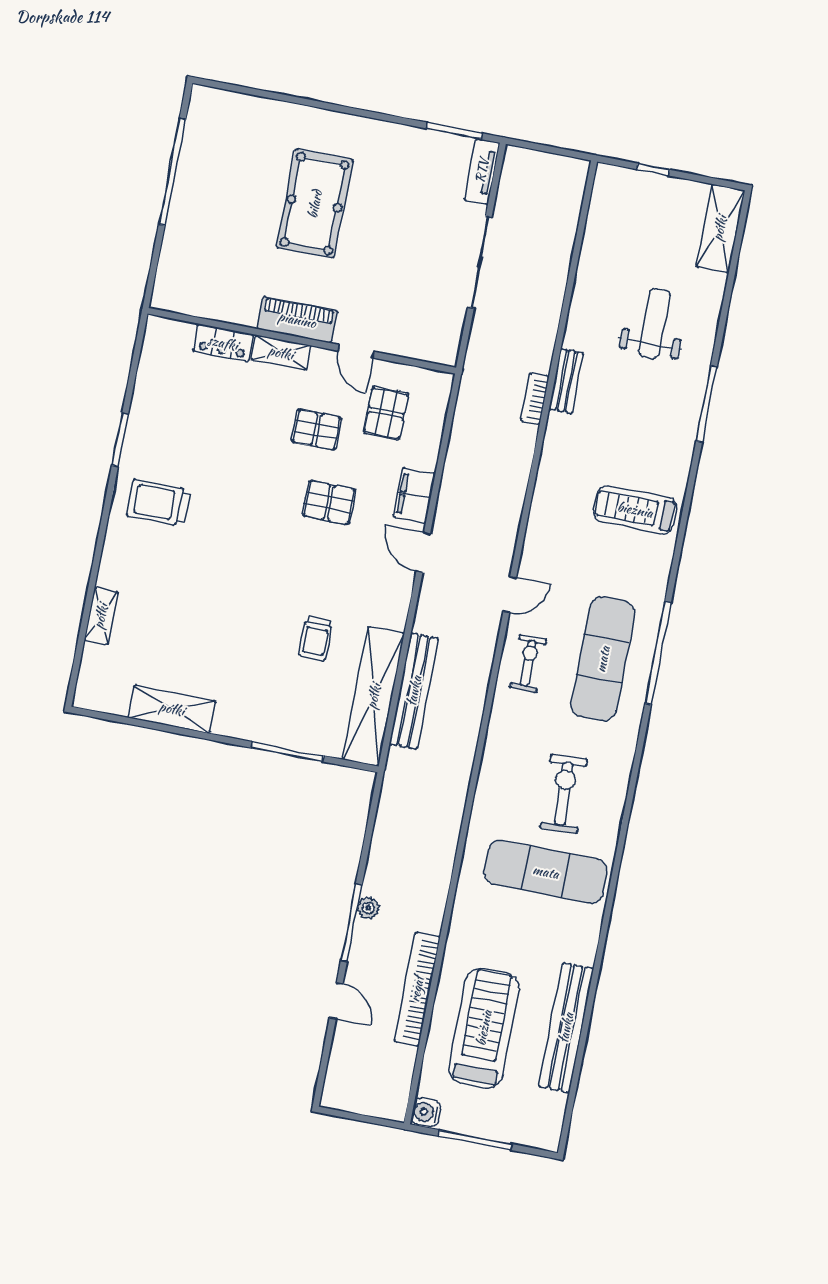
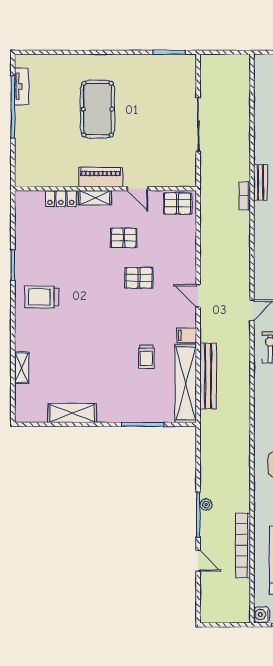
tv unit: (482, 171) -> (22, 86), moved, turned 180
pallet: (386, 413) -> (177, 203), moved, turned 90
filing cabinet: (414, 496) -> (187, 335), moved, width x0.50

